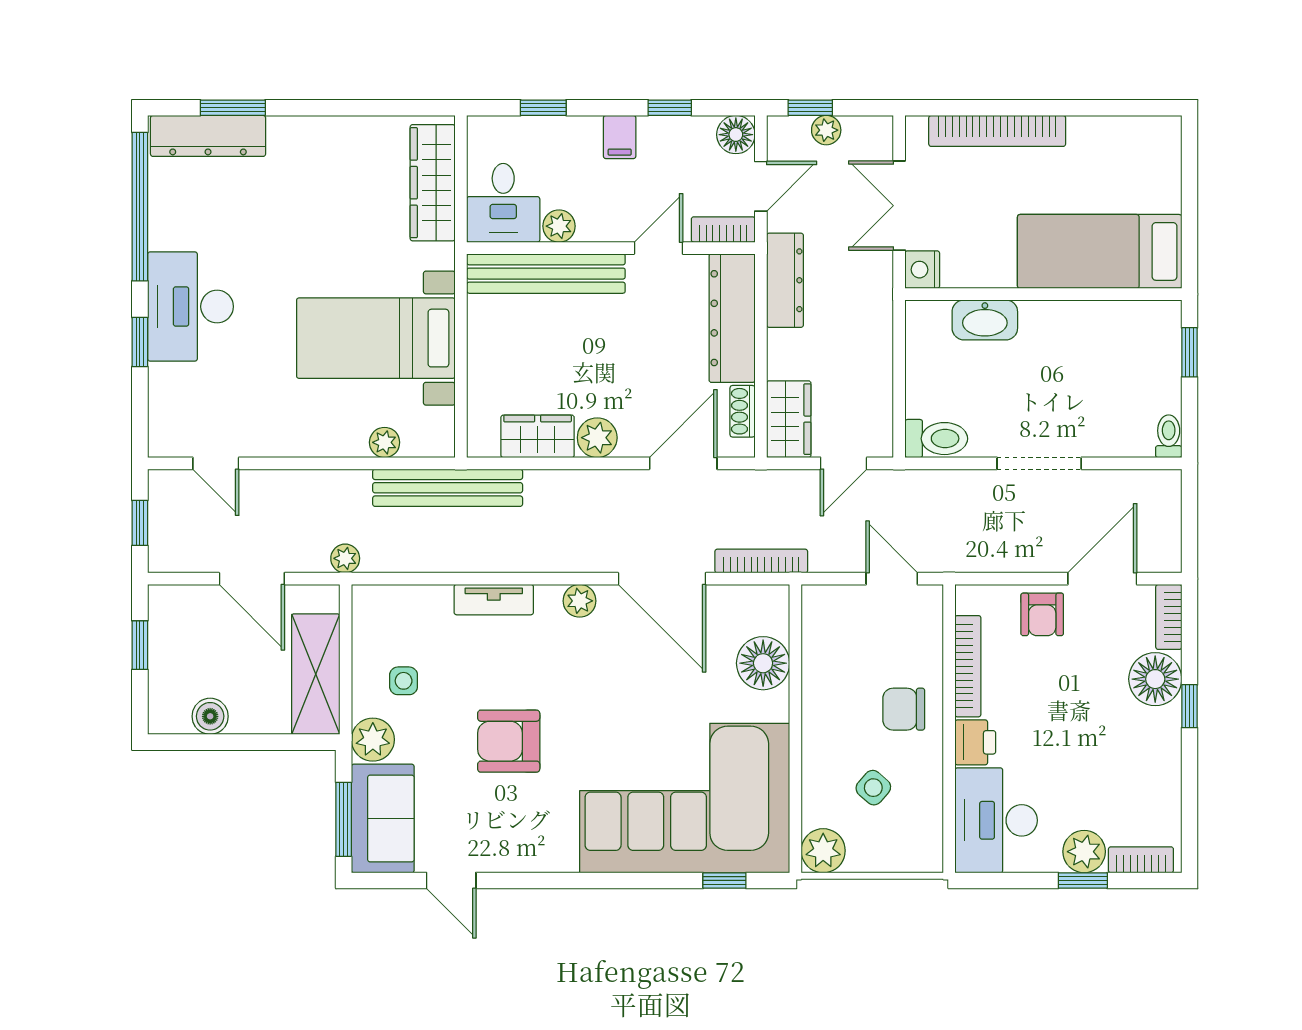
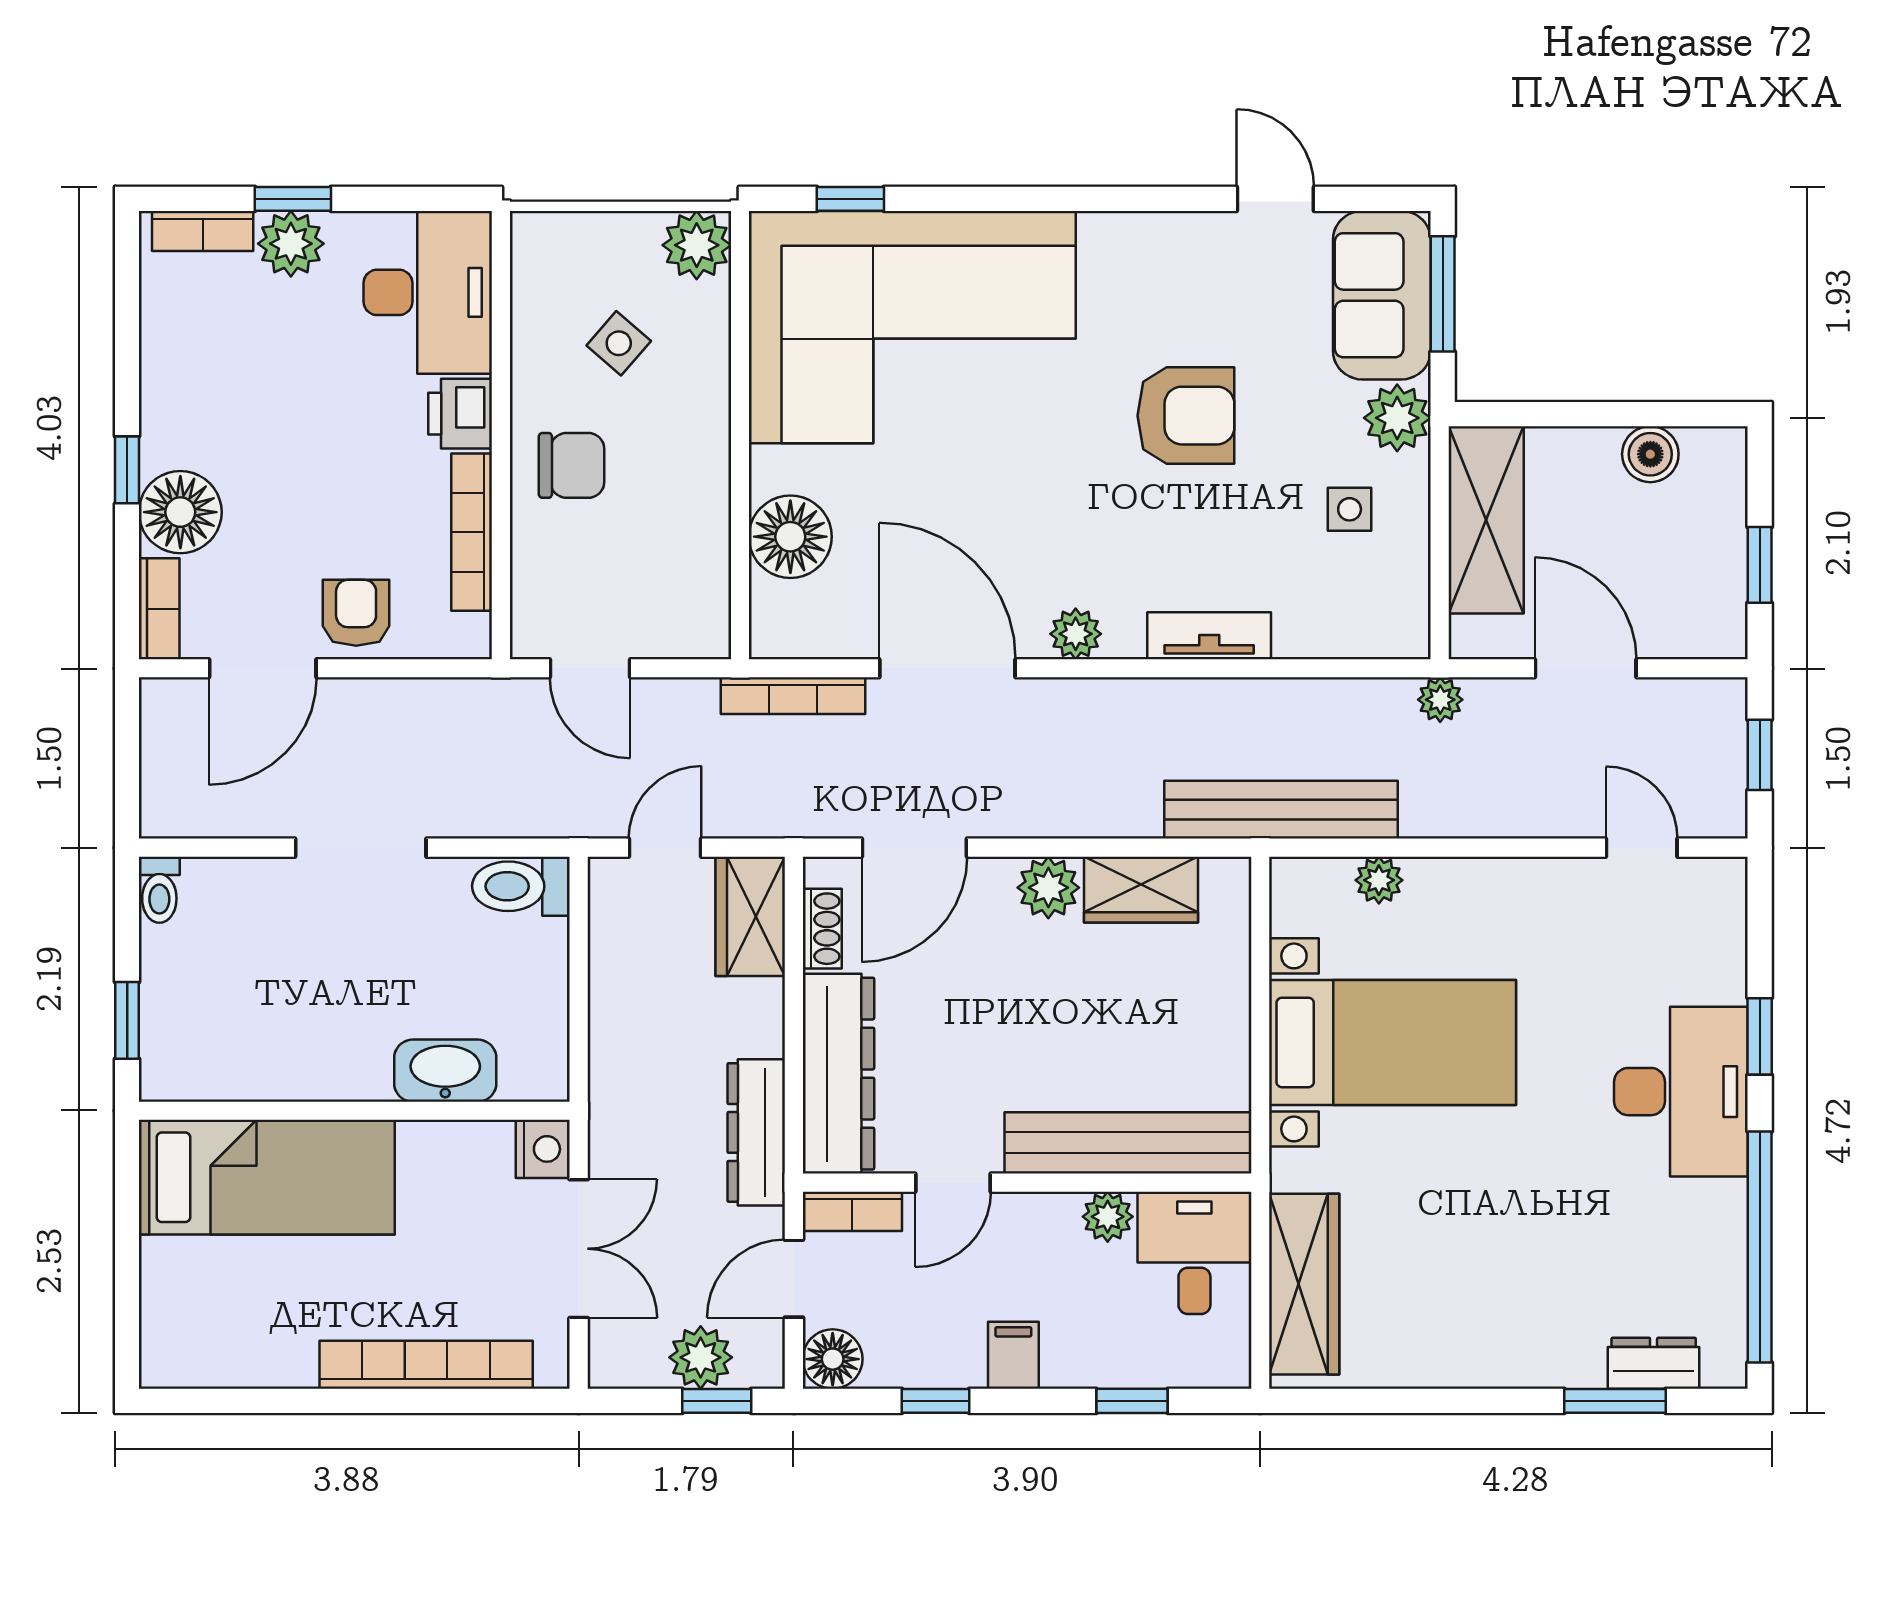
plant: (826, 130) -> (701, 1357), width x1.38, depth x1.38
dresser: (208, 136) -> (1654, 1363), width x0.51, depth x0.80

